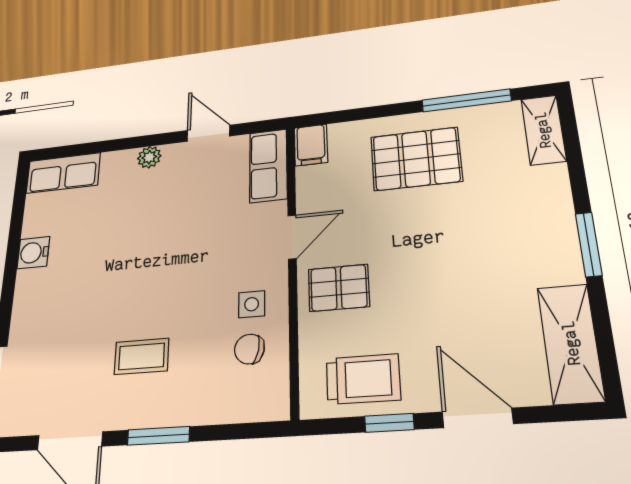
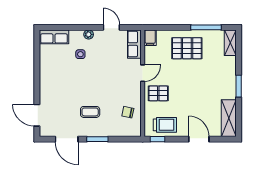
water cooler: (33, 253) -> (45, 69), removed
side table: (252, 304) -> (80, 54), moved
window: (389, 423) -> (157, 139), moved

